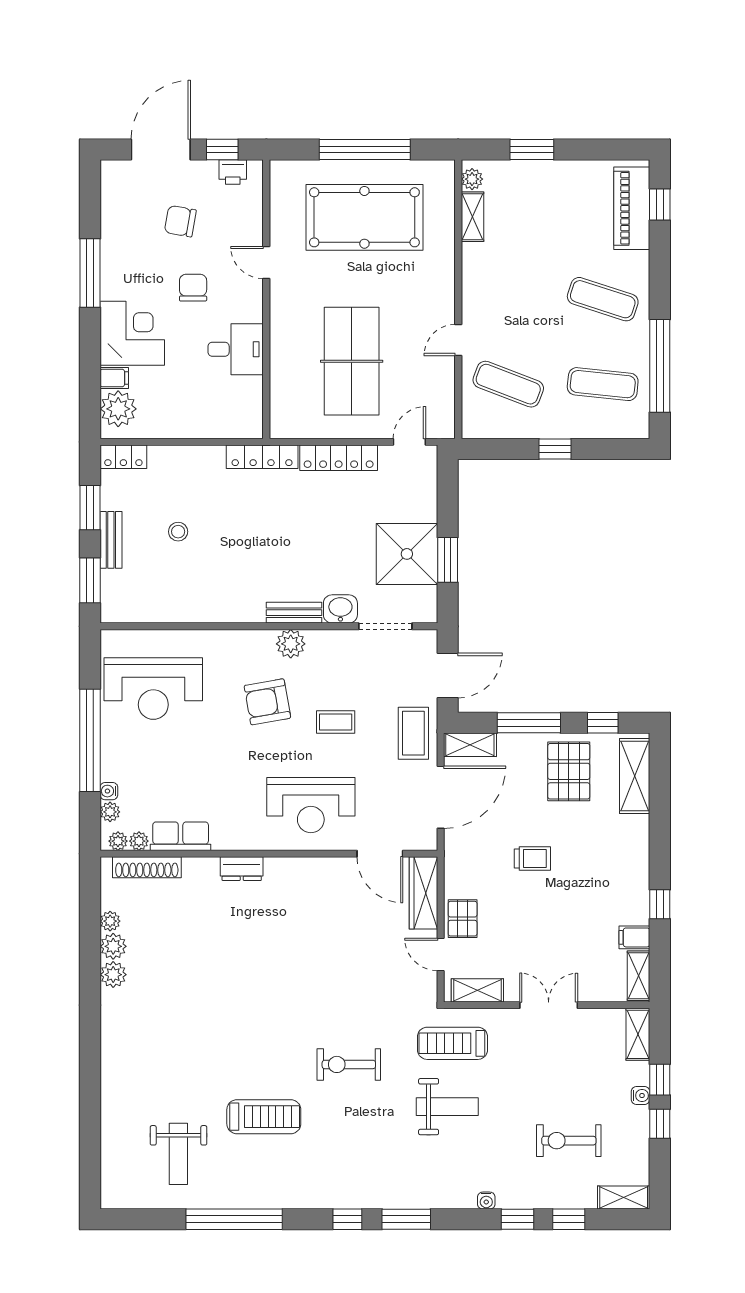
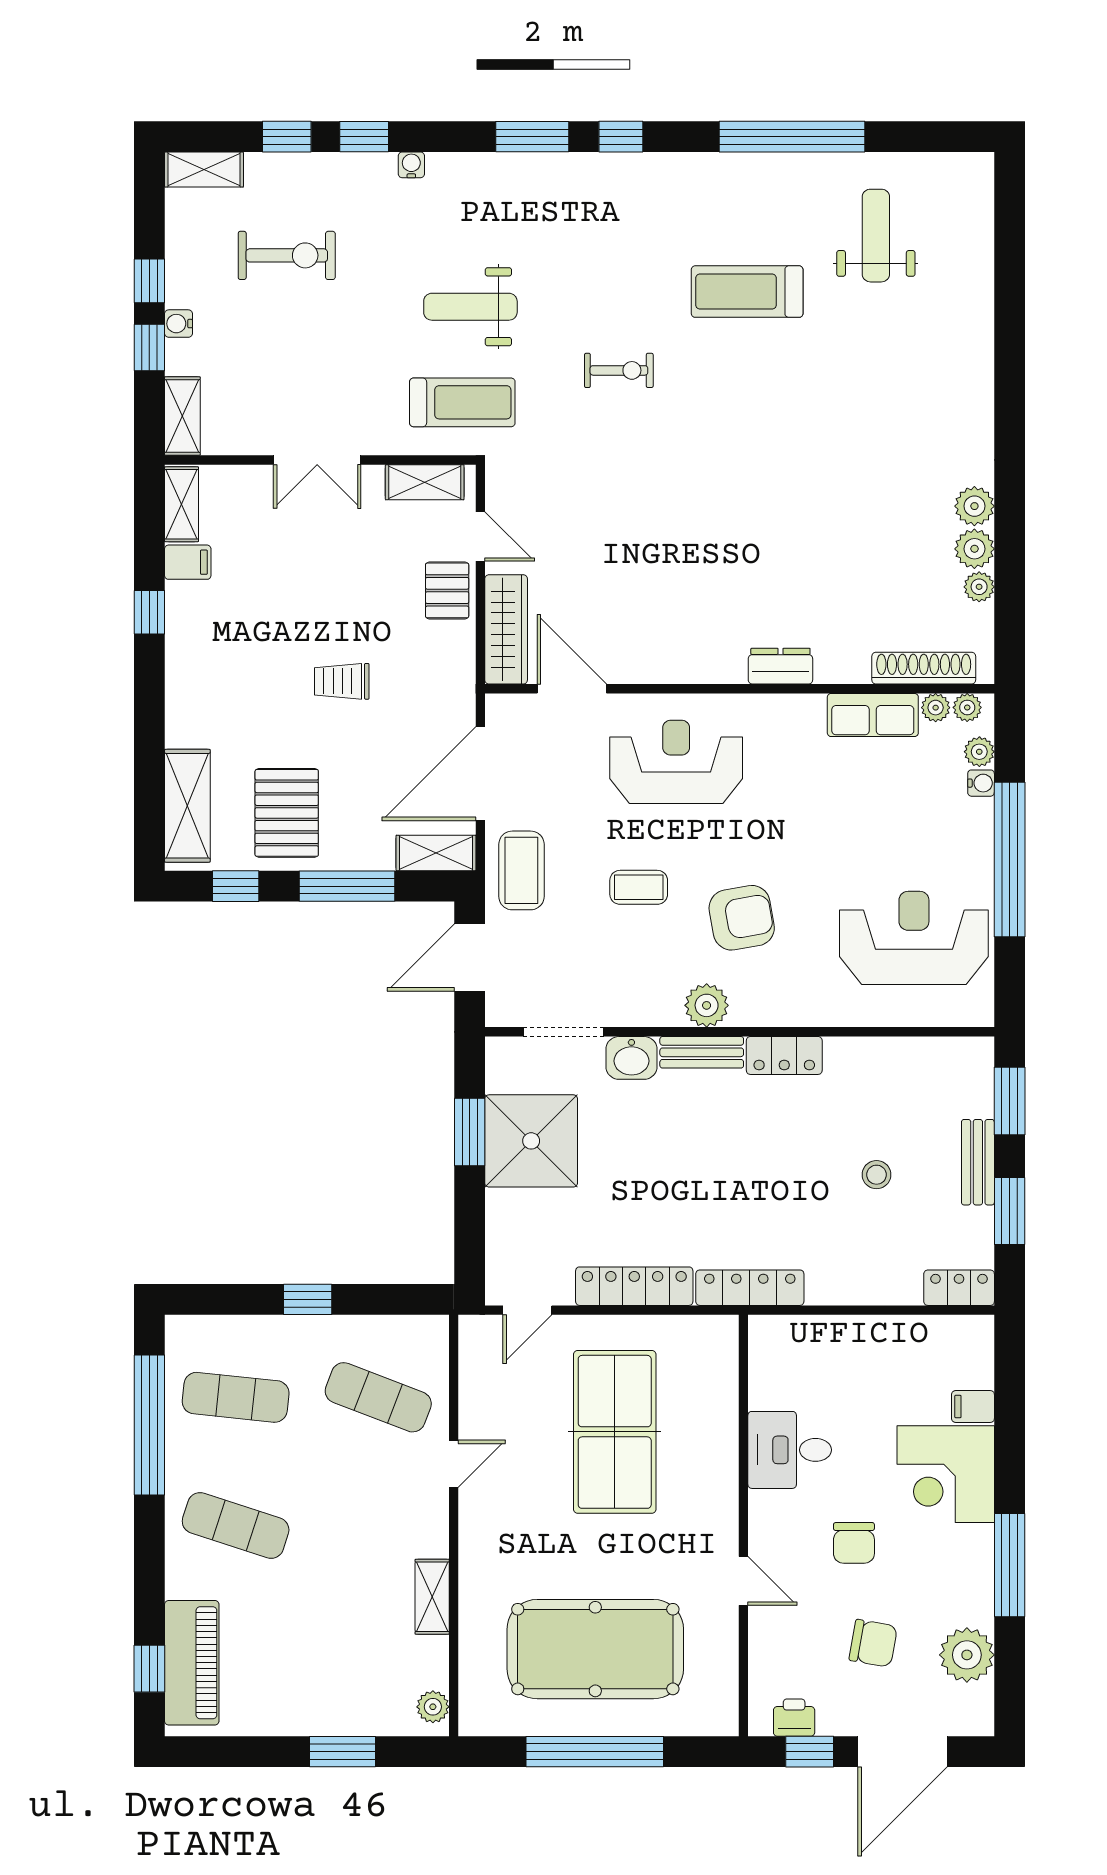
shelving: (472, 217) -> (432, 1597), moved
plant: (118, 409) -> (967, 1655), moved
locker: (239, 611) -> (784, 1055), added
exercise bike: (349, 1064) -> (619, 370), width x0.73, depth x0.72

